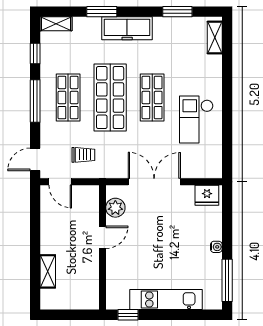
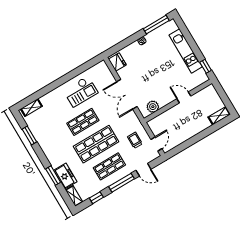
freezer: (127, 28) -> (65, 176), moved, width x0.71
door: (35, 159) -> (143, 170), moved
door: (102, 237) -> (184, 97), moved
shelving: (48, 271) -> (219, 116), moved

